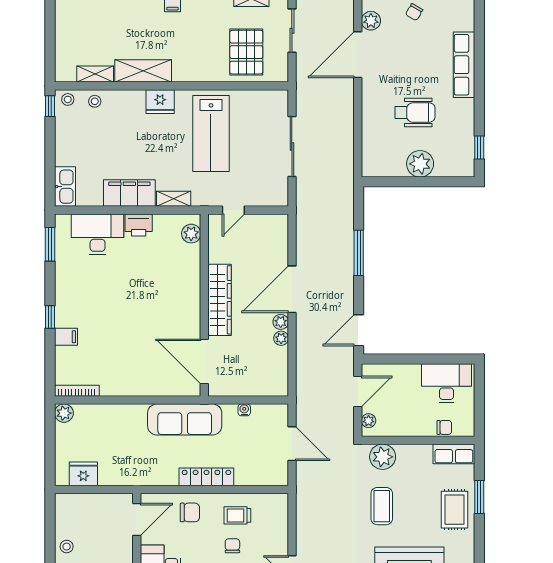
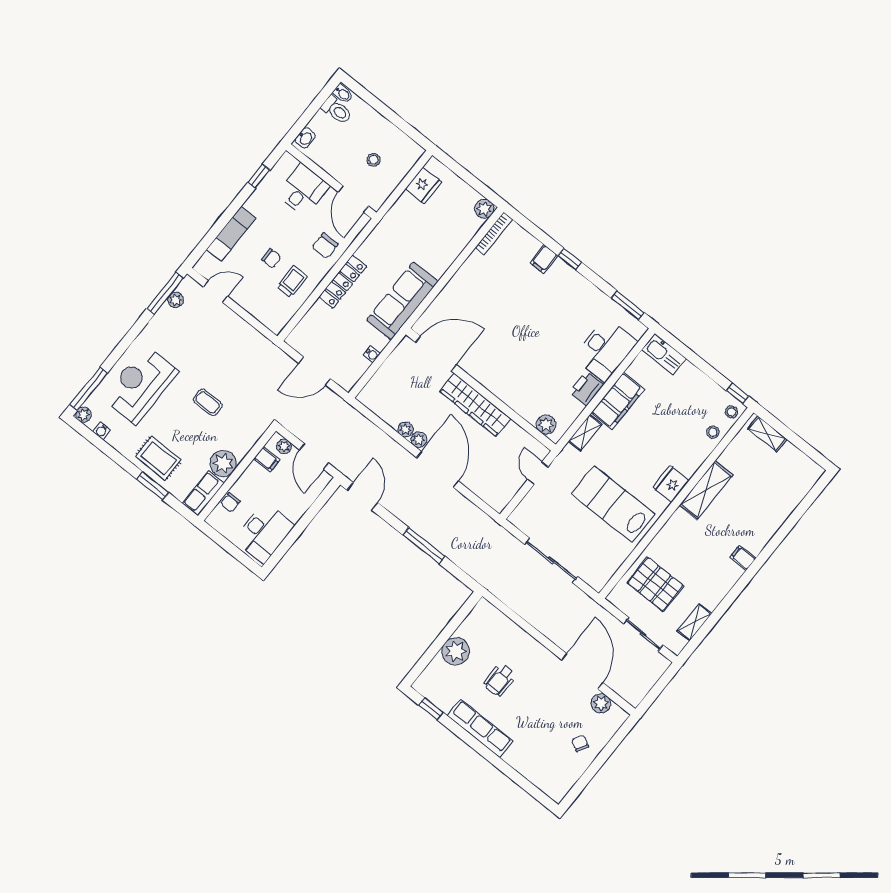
row of seats: (464, 65) -> (480, 728), moved
shelving: (95, 74) -> (767, 434), moved, turned 90
wheelchair: (415, 113) -> (500, 680), width x0.73, depth x0.73
filing cabinet: (389, 426) -> (267, 459), added
plant: (383, 457) -> (223, 463), moved
coffee table: (382, 506) -> (208, 402), width x0.73, depth x0.77
stool: (67, 547) -> (373, 160), moved

